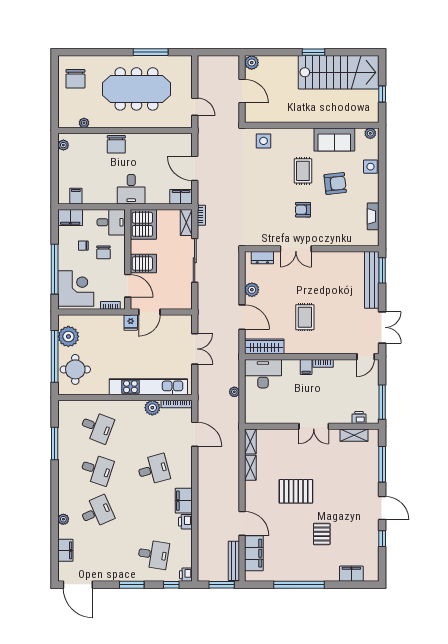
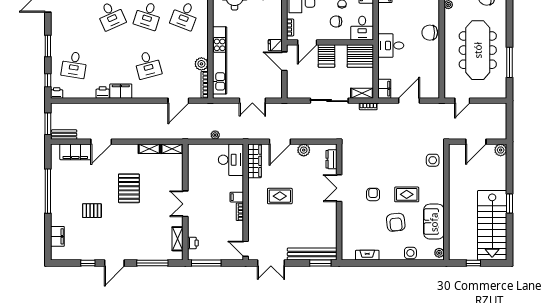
bench: (234, 561) -> (64, 135), width x0.73

